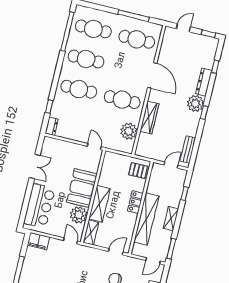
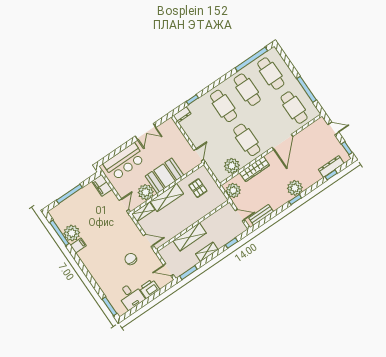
dresser: (204, 82) -> (331, 166), moved
plant: (148, 150) -> (233, 190), added
pallet: (138, 171) -> (198, 188), moved
locker: (135, 202) -> (193, 218), removed
shelving: (146, 219) -> (190, 237), width x0.68

